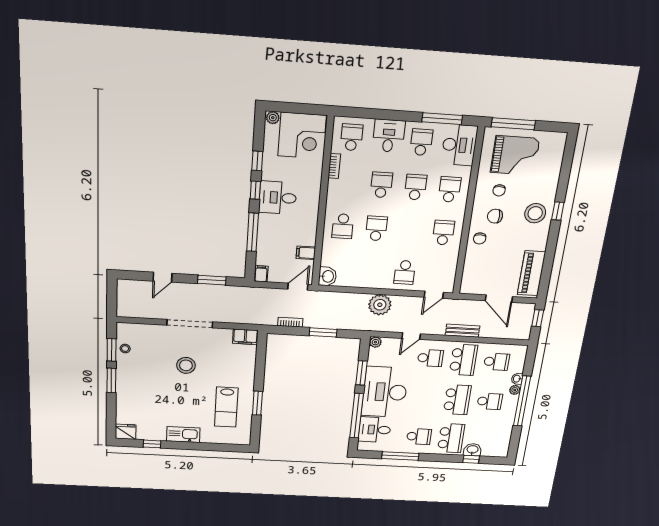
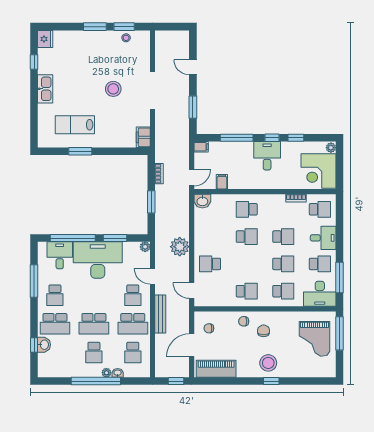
chair: (499, 190) -> (209, 328), moved
door: (298, 287) -> (192, 178), hinge flipped
bench: (463, 331) -> (160, 314), width x1.36

